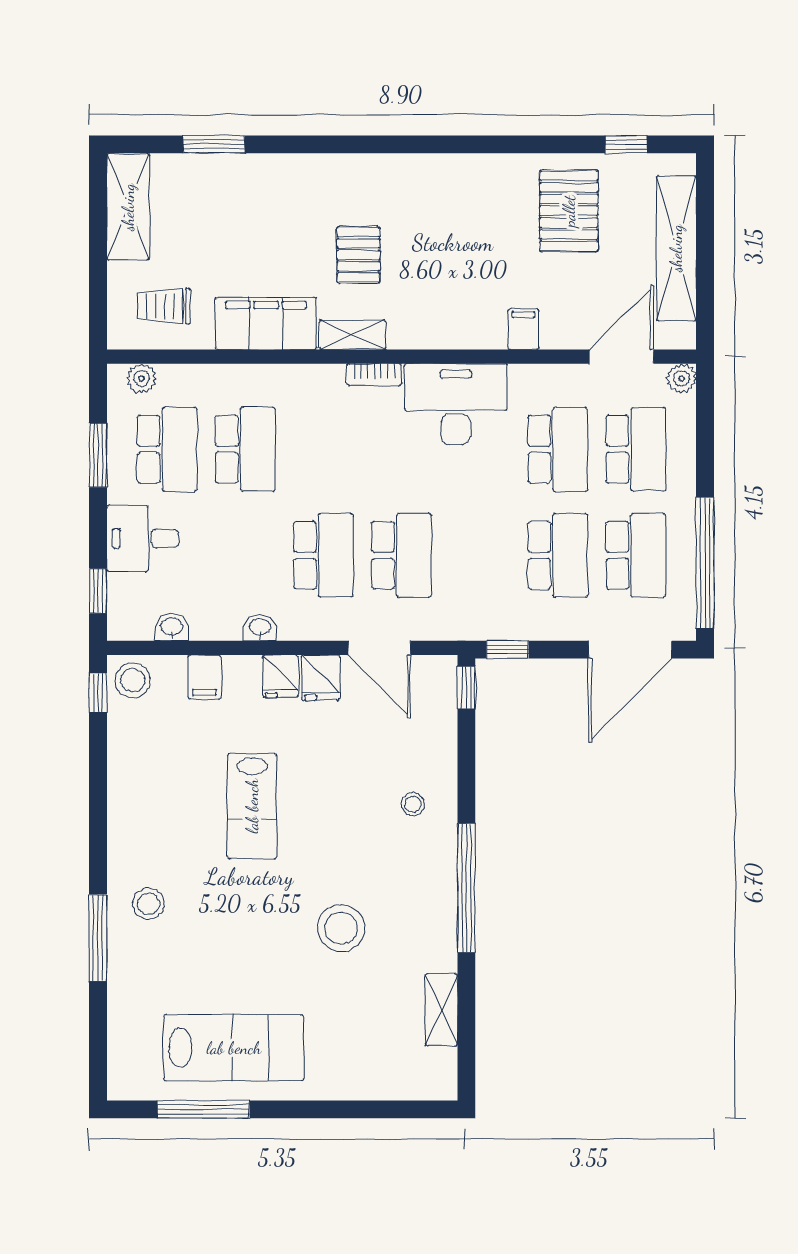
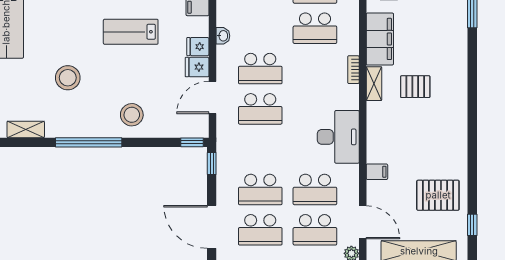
bookcase: (374, 375) -> (353, 70), moved
stool: (413, 804) -> (132, 115), width x1.89, depth x1.89

